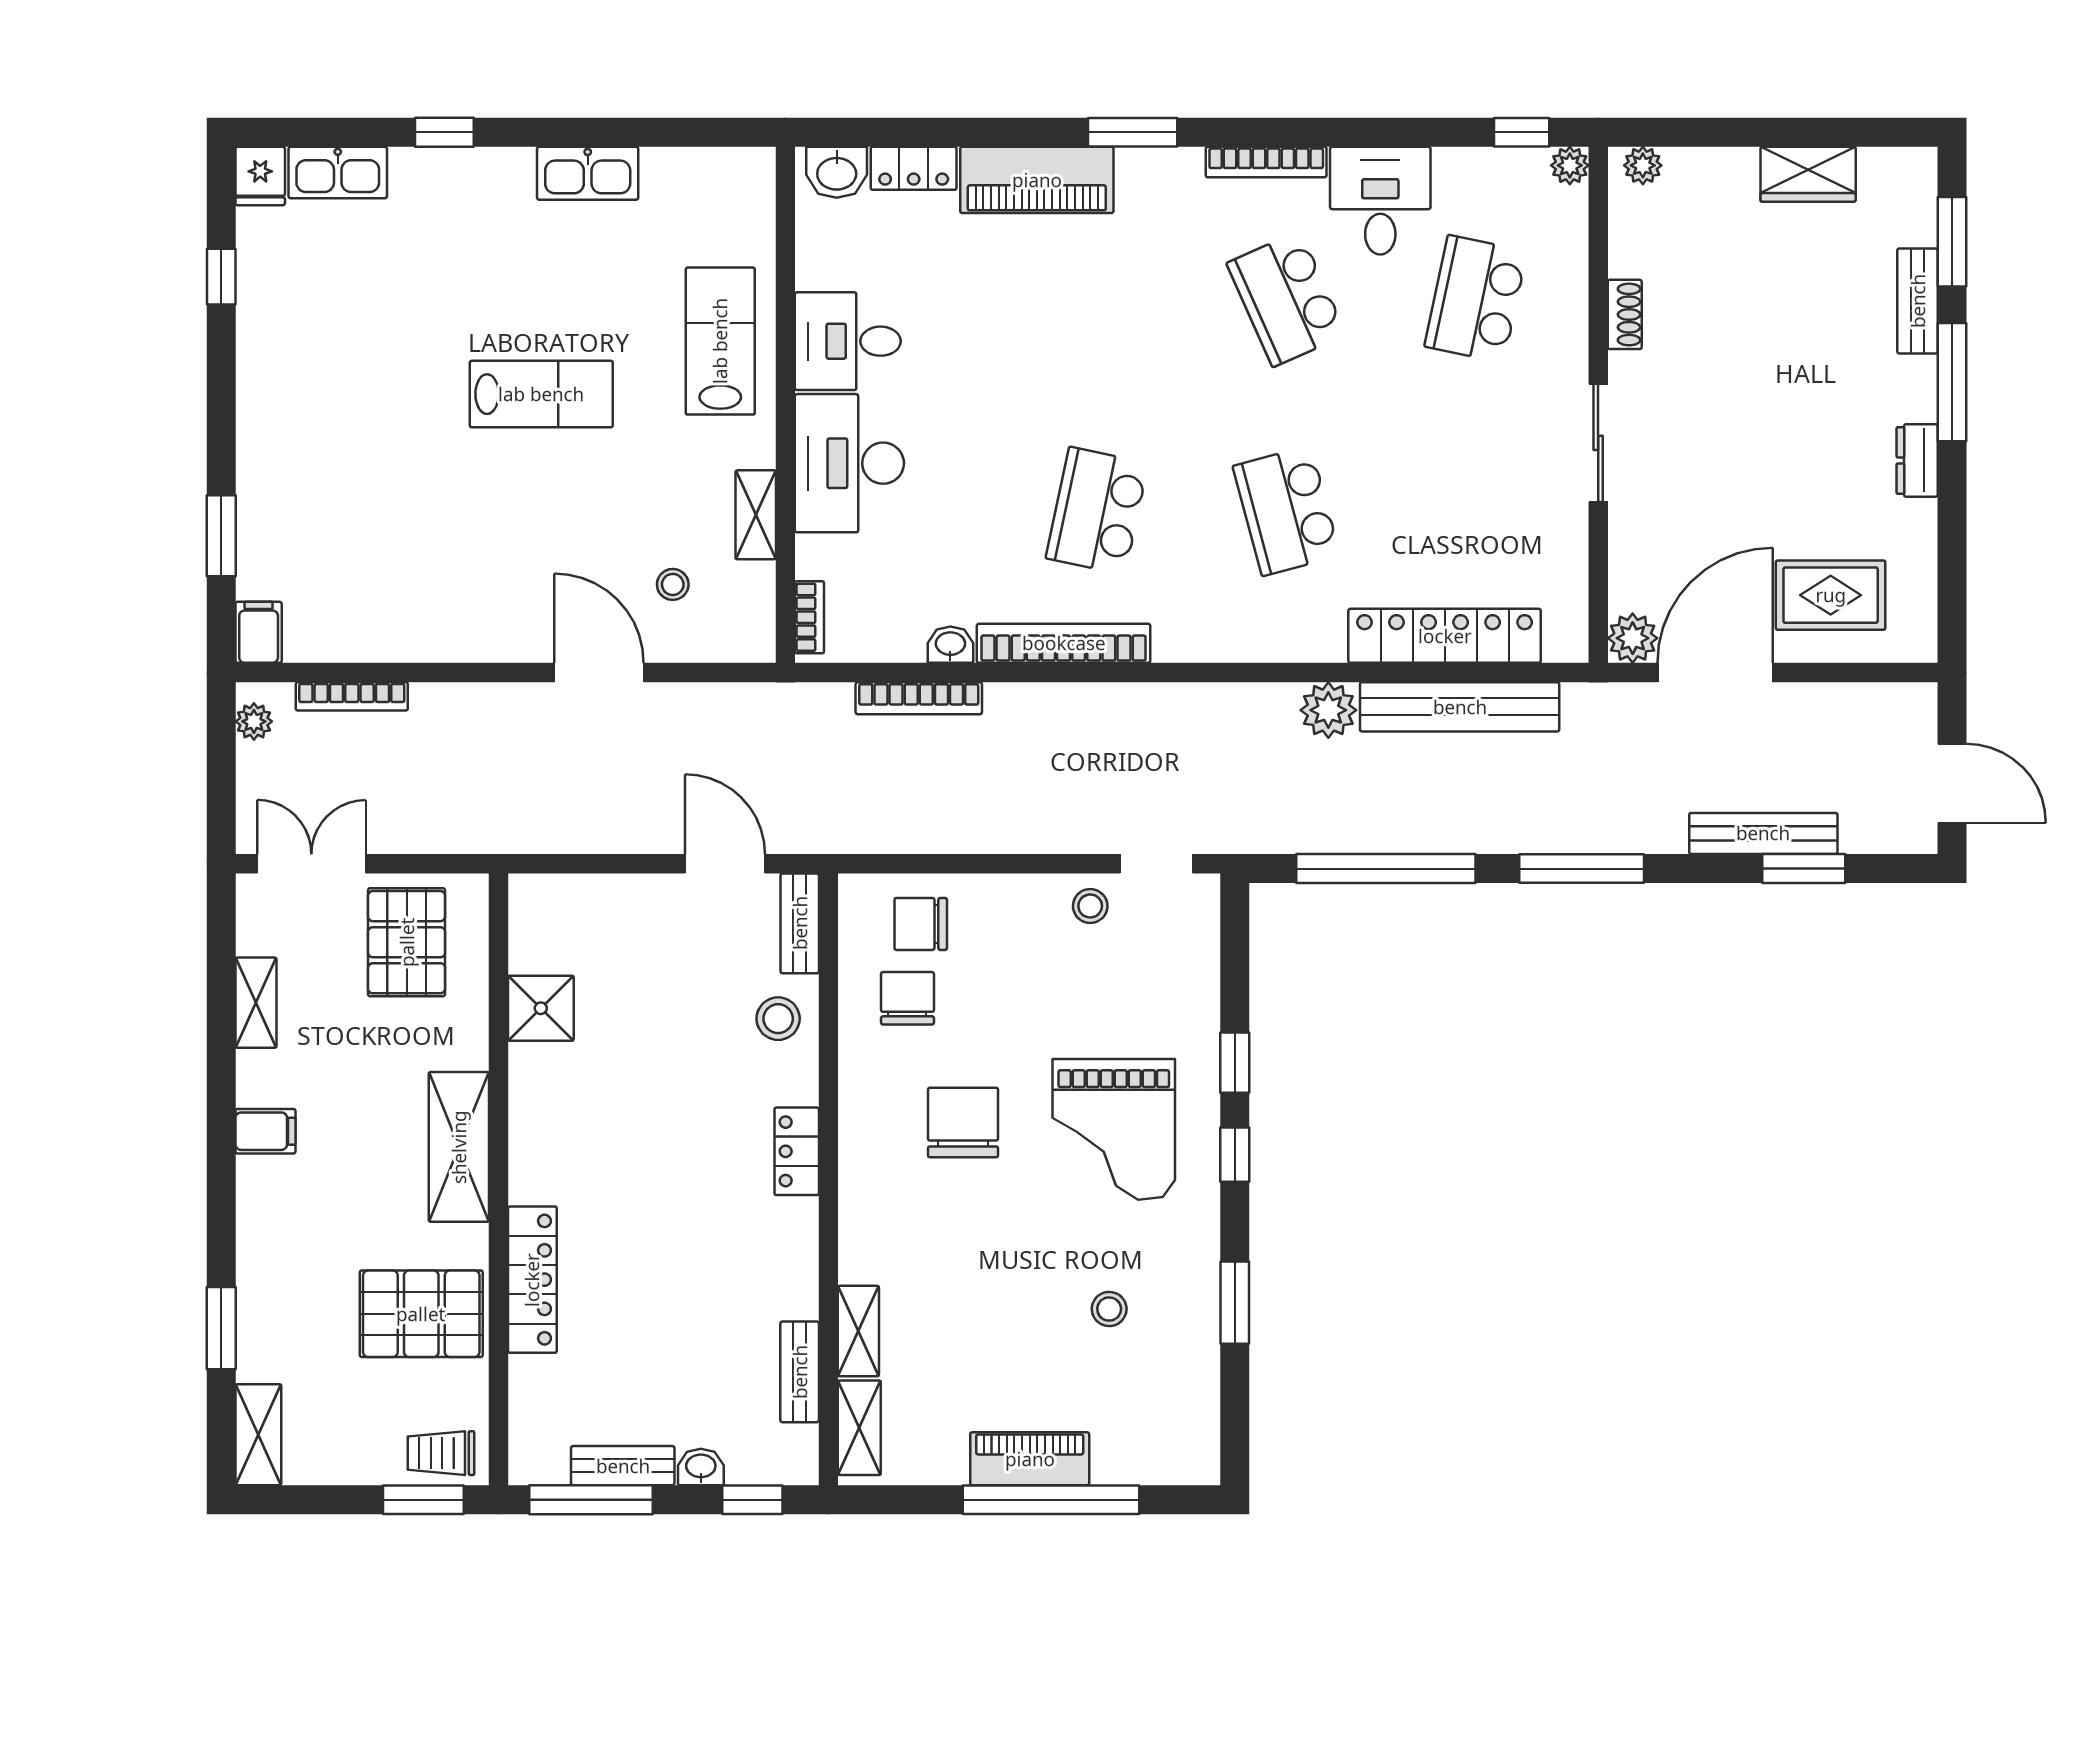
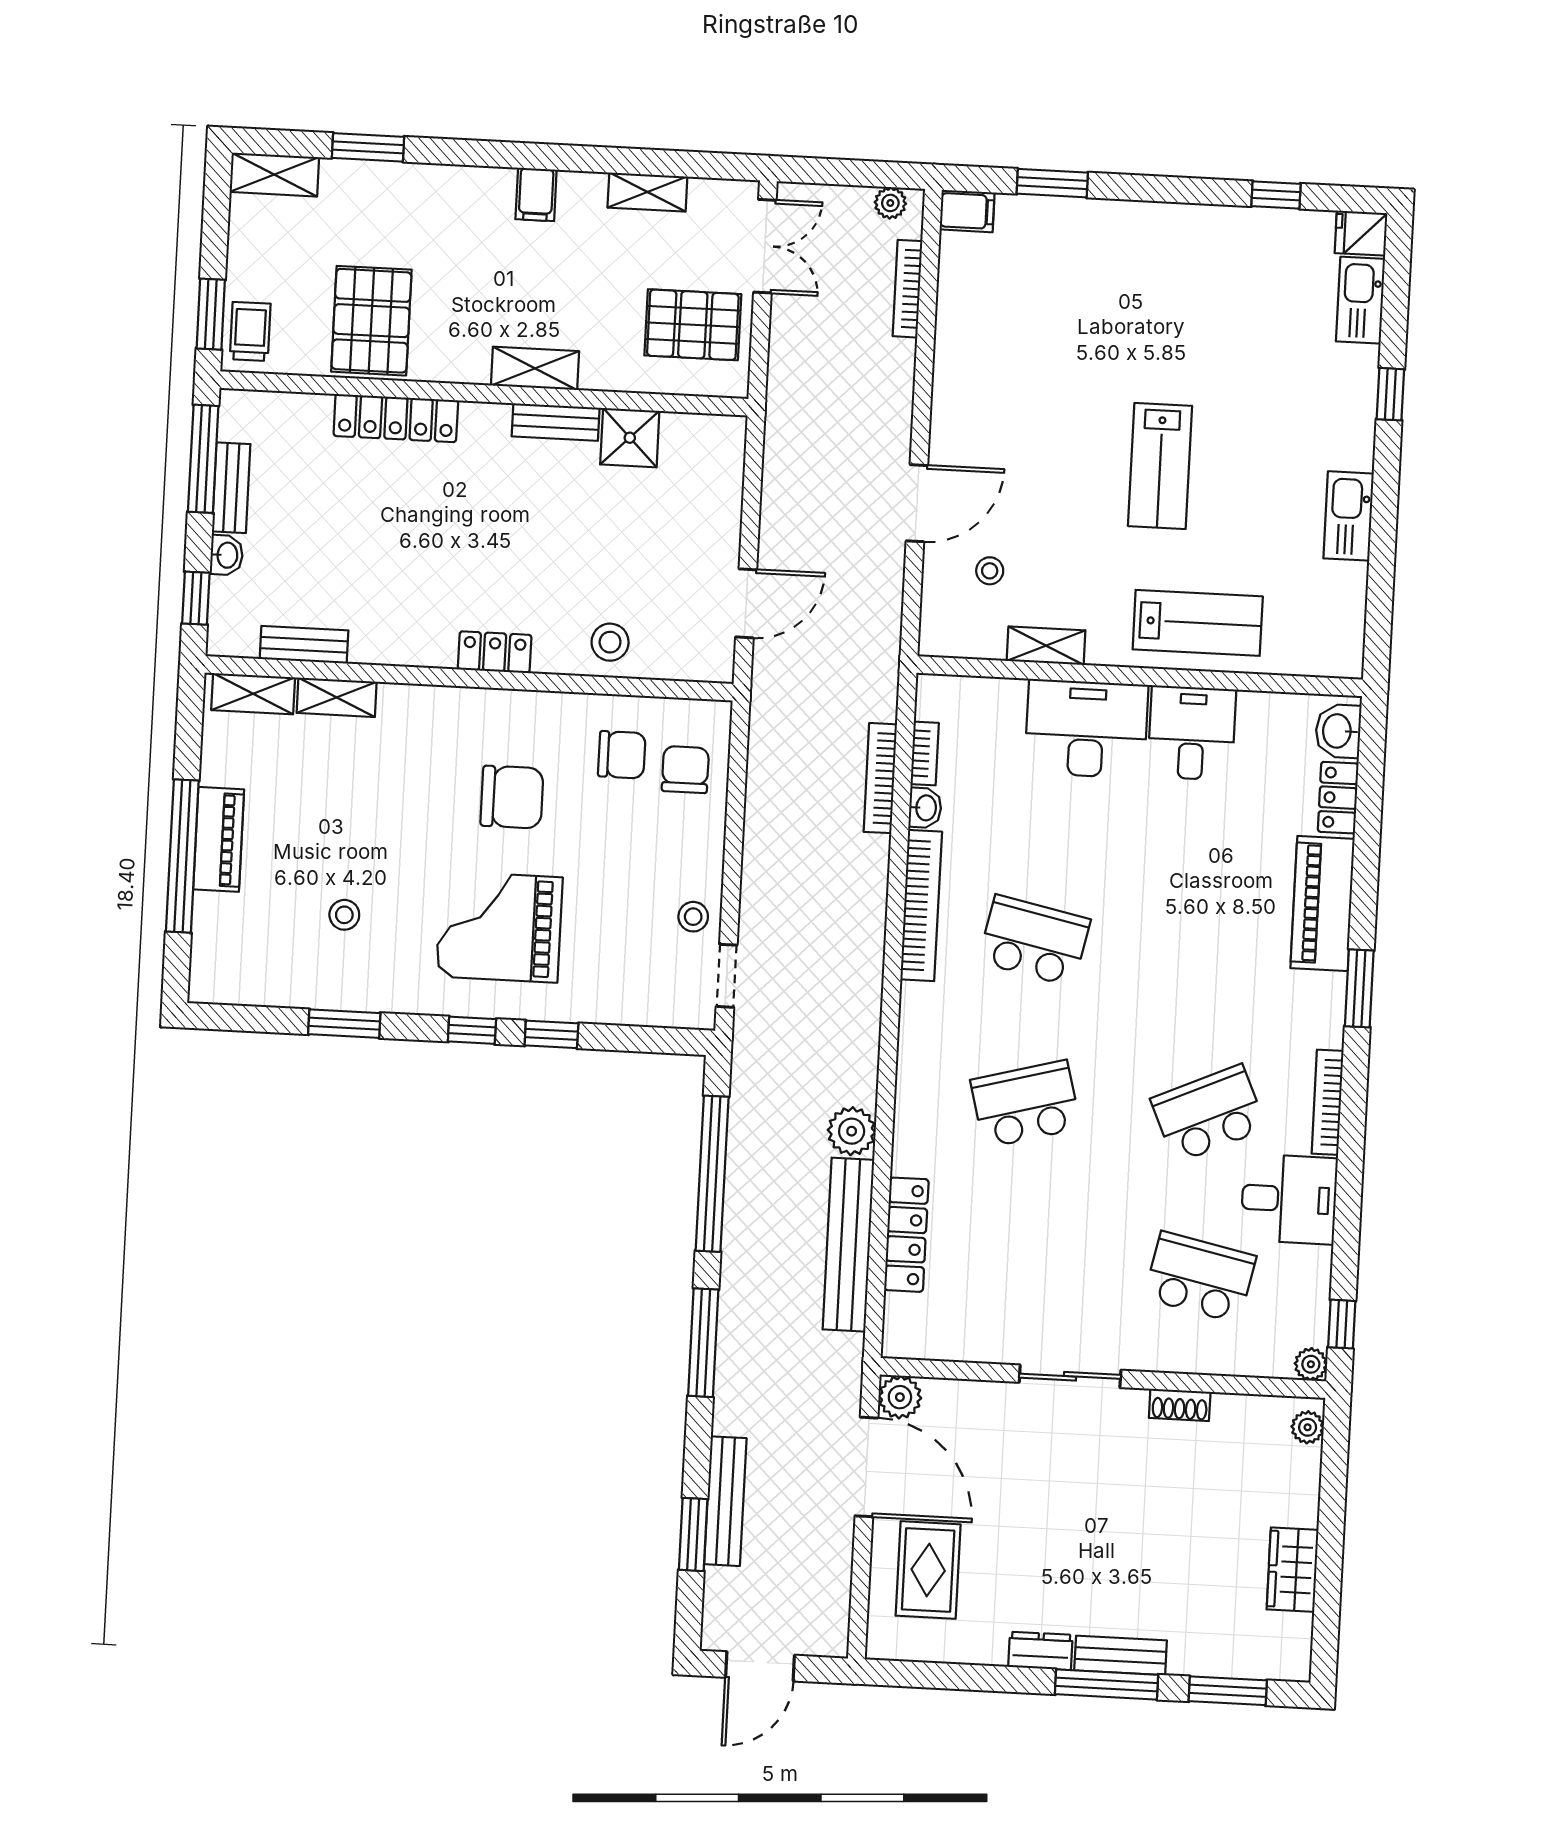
bench: (1918, 301) -> (1121, 1655), moved
bookcase: (809, 617) -> (925, 754), moved, turned -90
locker: (1445, 636) -> (906, 1235), width x0.71, depth x0.83
bench: (800, 923) -> (556, 422), moved
shelving: (459, 1147) -> (535, 368), width x0.67, depth x0.75

